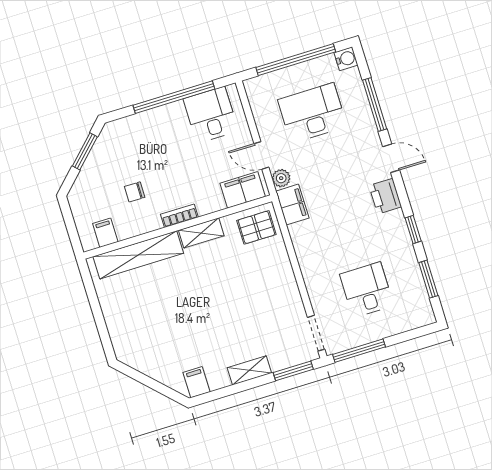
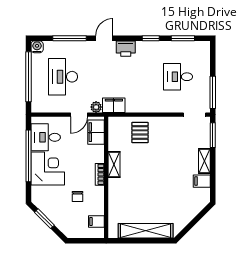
corner desk: (164, 133) -> (48, 169), added
pallet: (256, 227) -> (140, 132), moved
shelving: (138, 255) -> (146, 231), moved, turned 90
filing cabinet: (197, 382) -> (202, 181), moved

